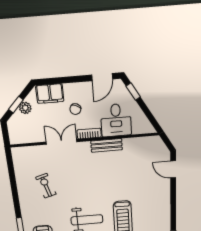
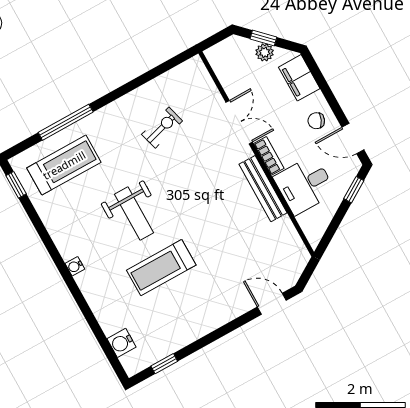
chair: (75, 109) -> (316, 121), moved
bench: (107, 145) -> (263, 189), width x1.36
door: (173, 169) -> (272, 304), hinge flipped

